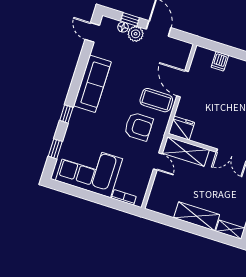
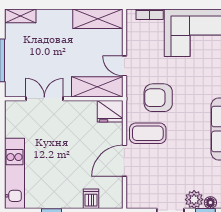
door: (183, 84) -> (124, 161), swing flipped
shelving: (197, 216) -> (98, 19), moved

